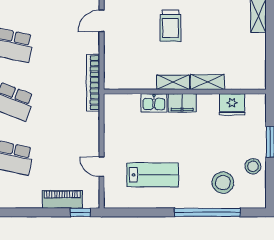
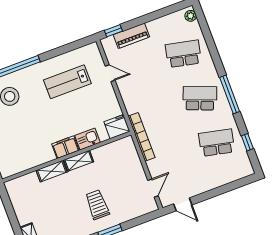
fridge: (232, 104) -> (117, 127), moved

